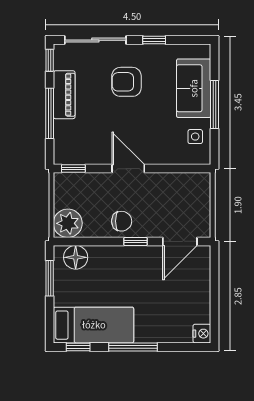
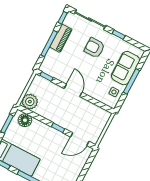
chair: (122, 221) -> (57, 114), removed

